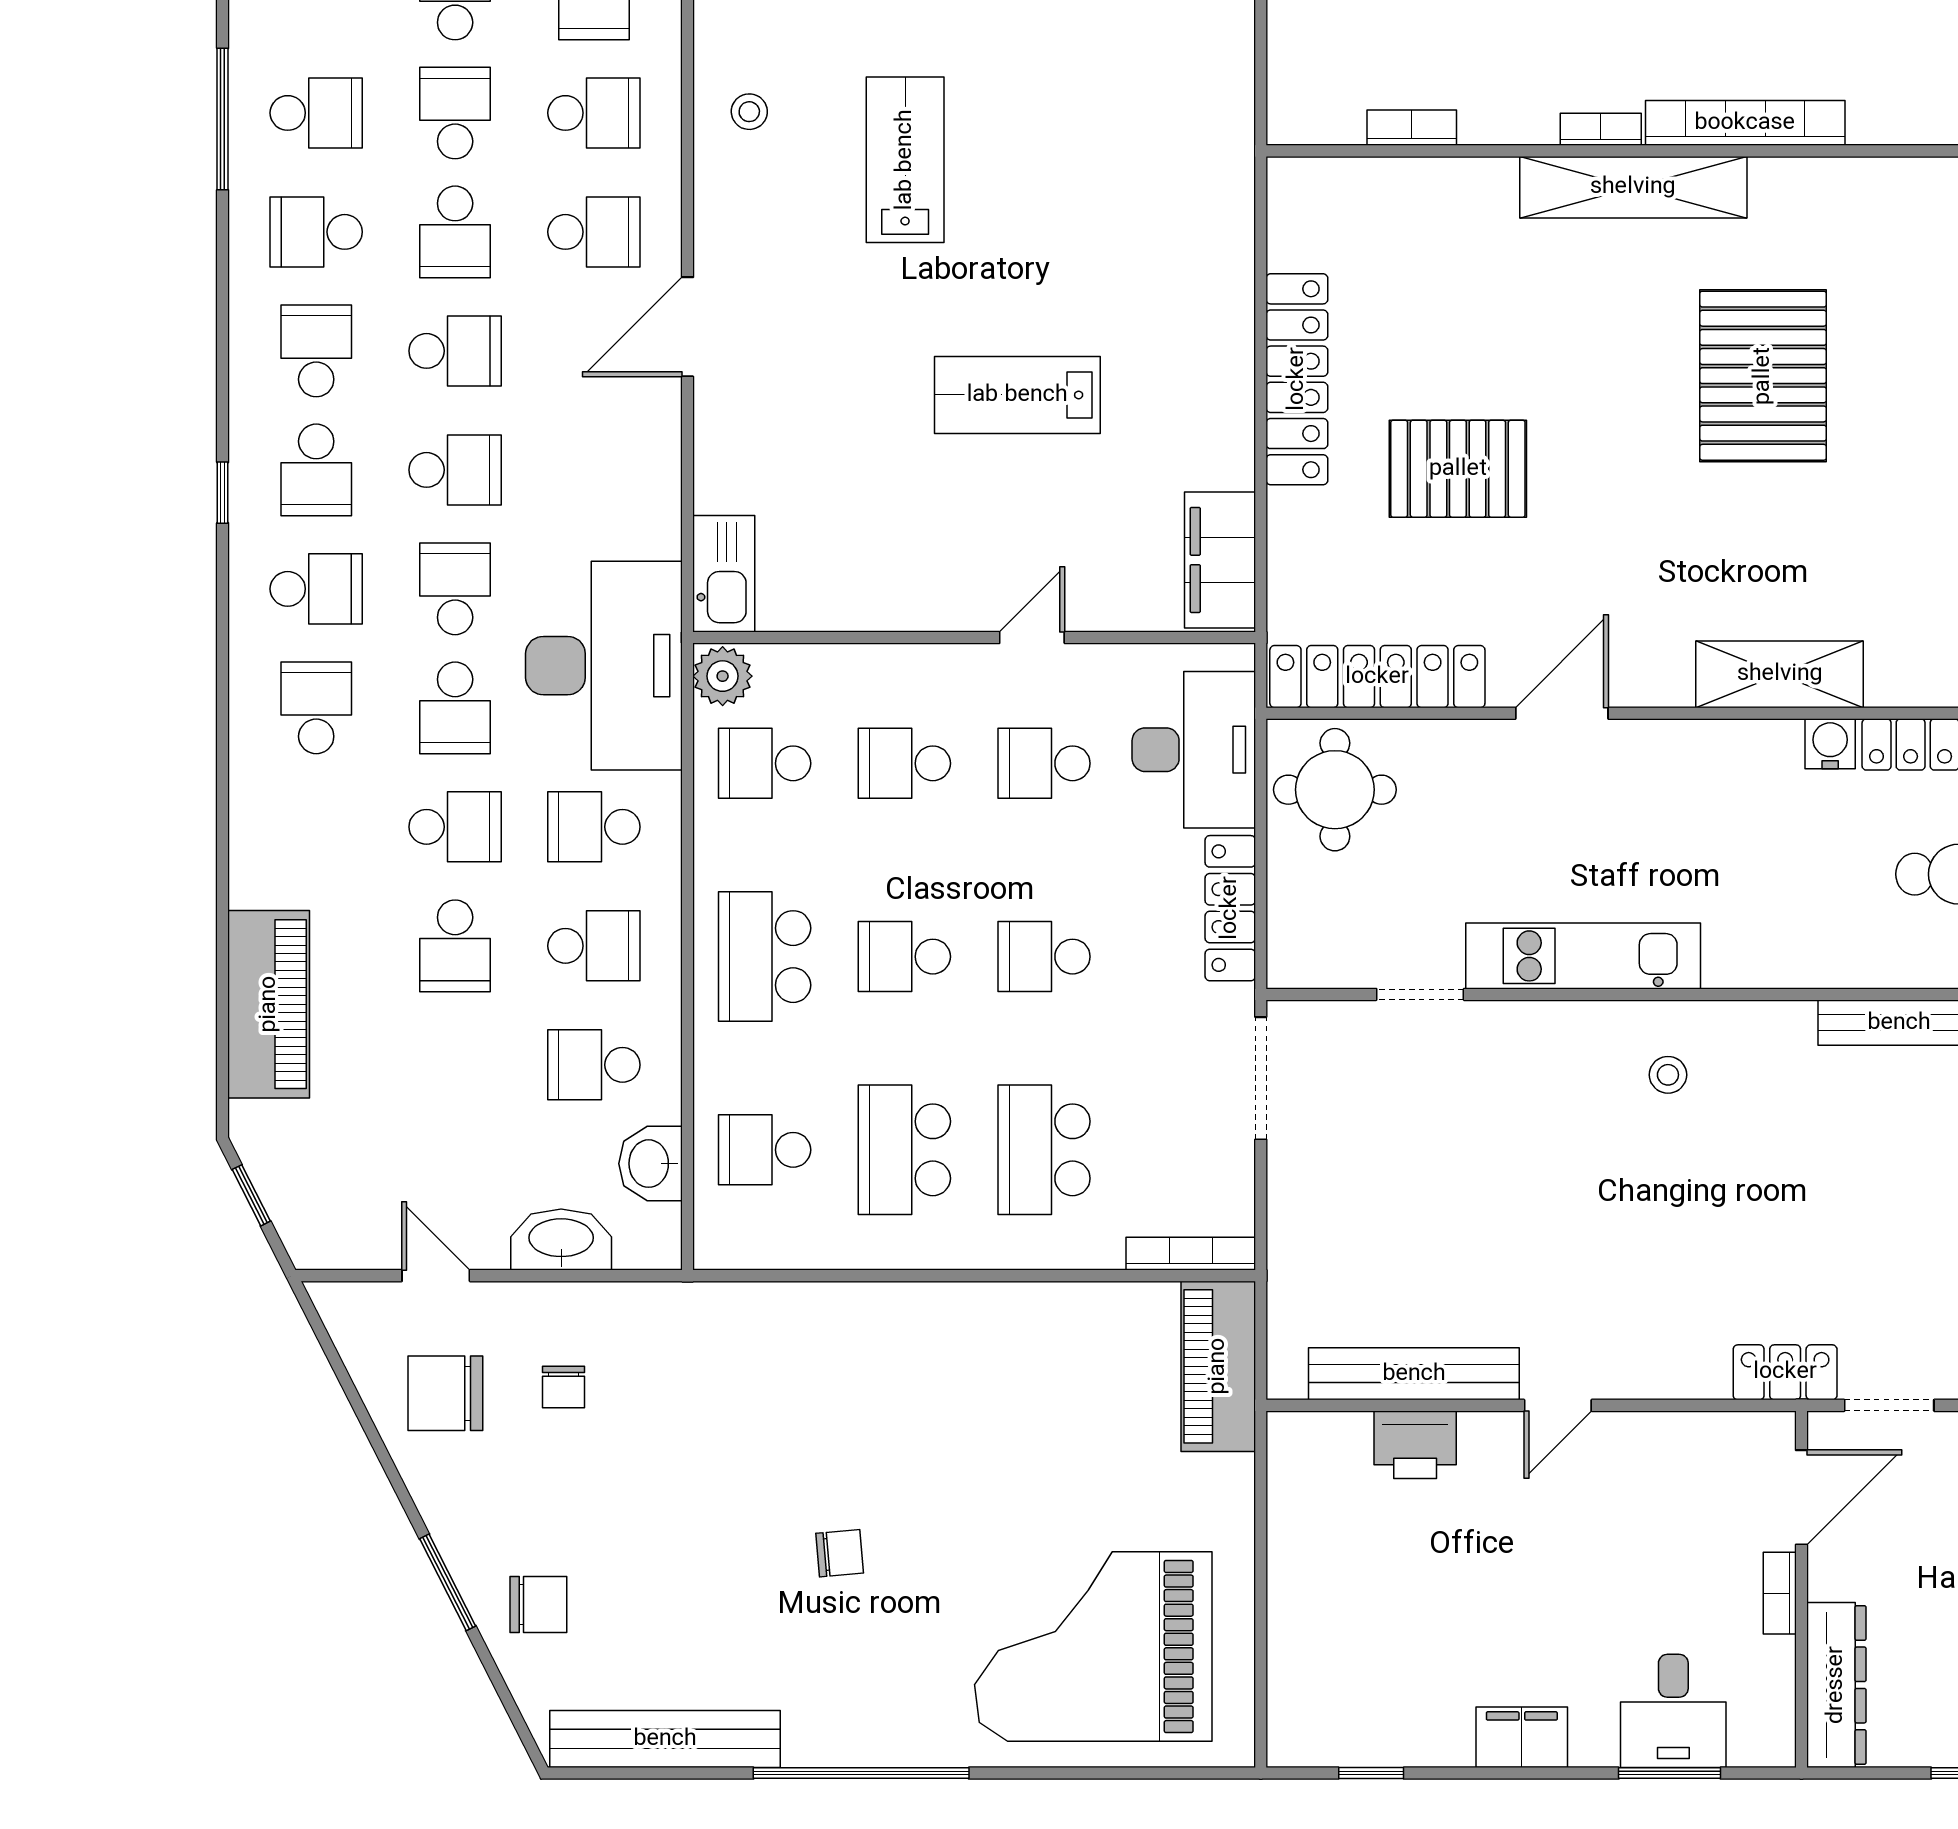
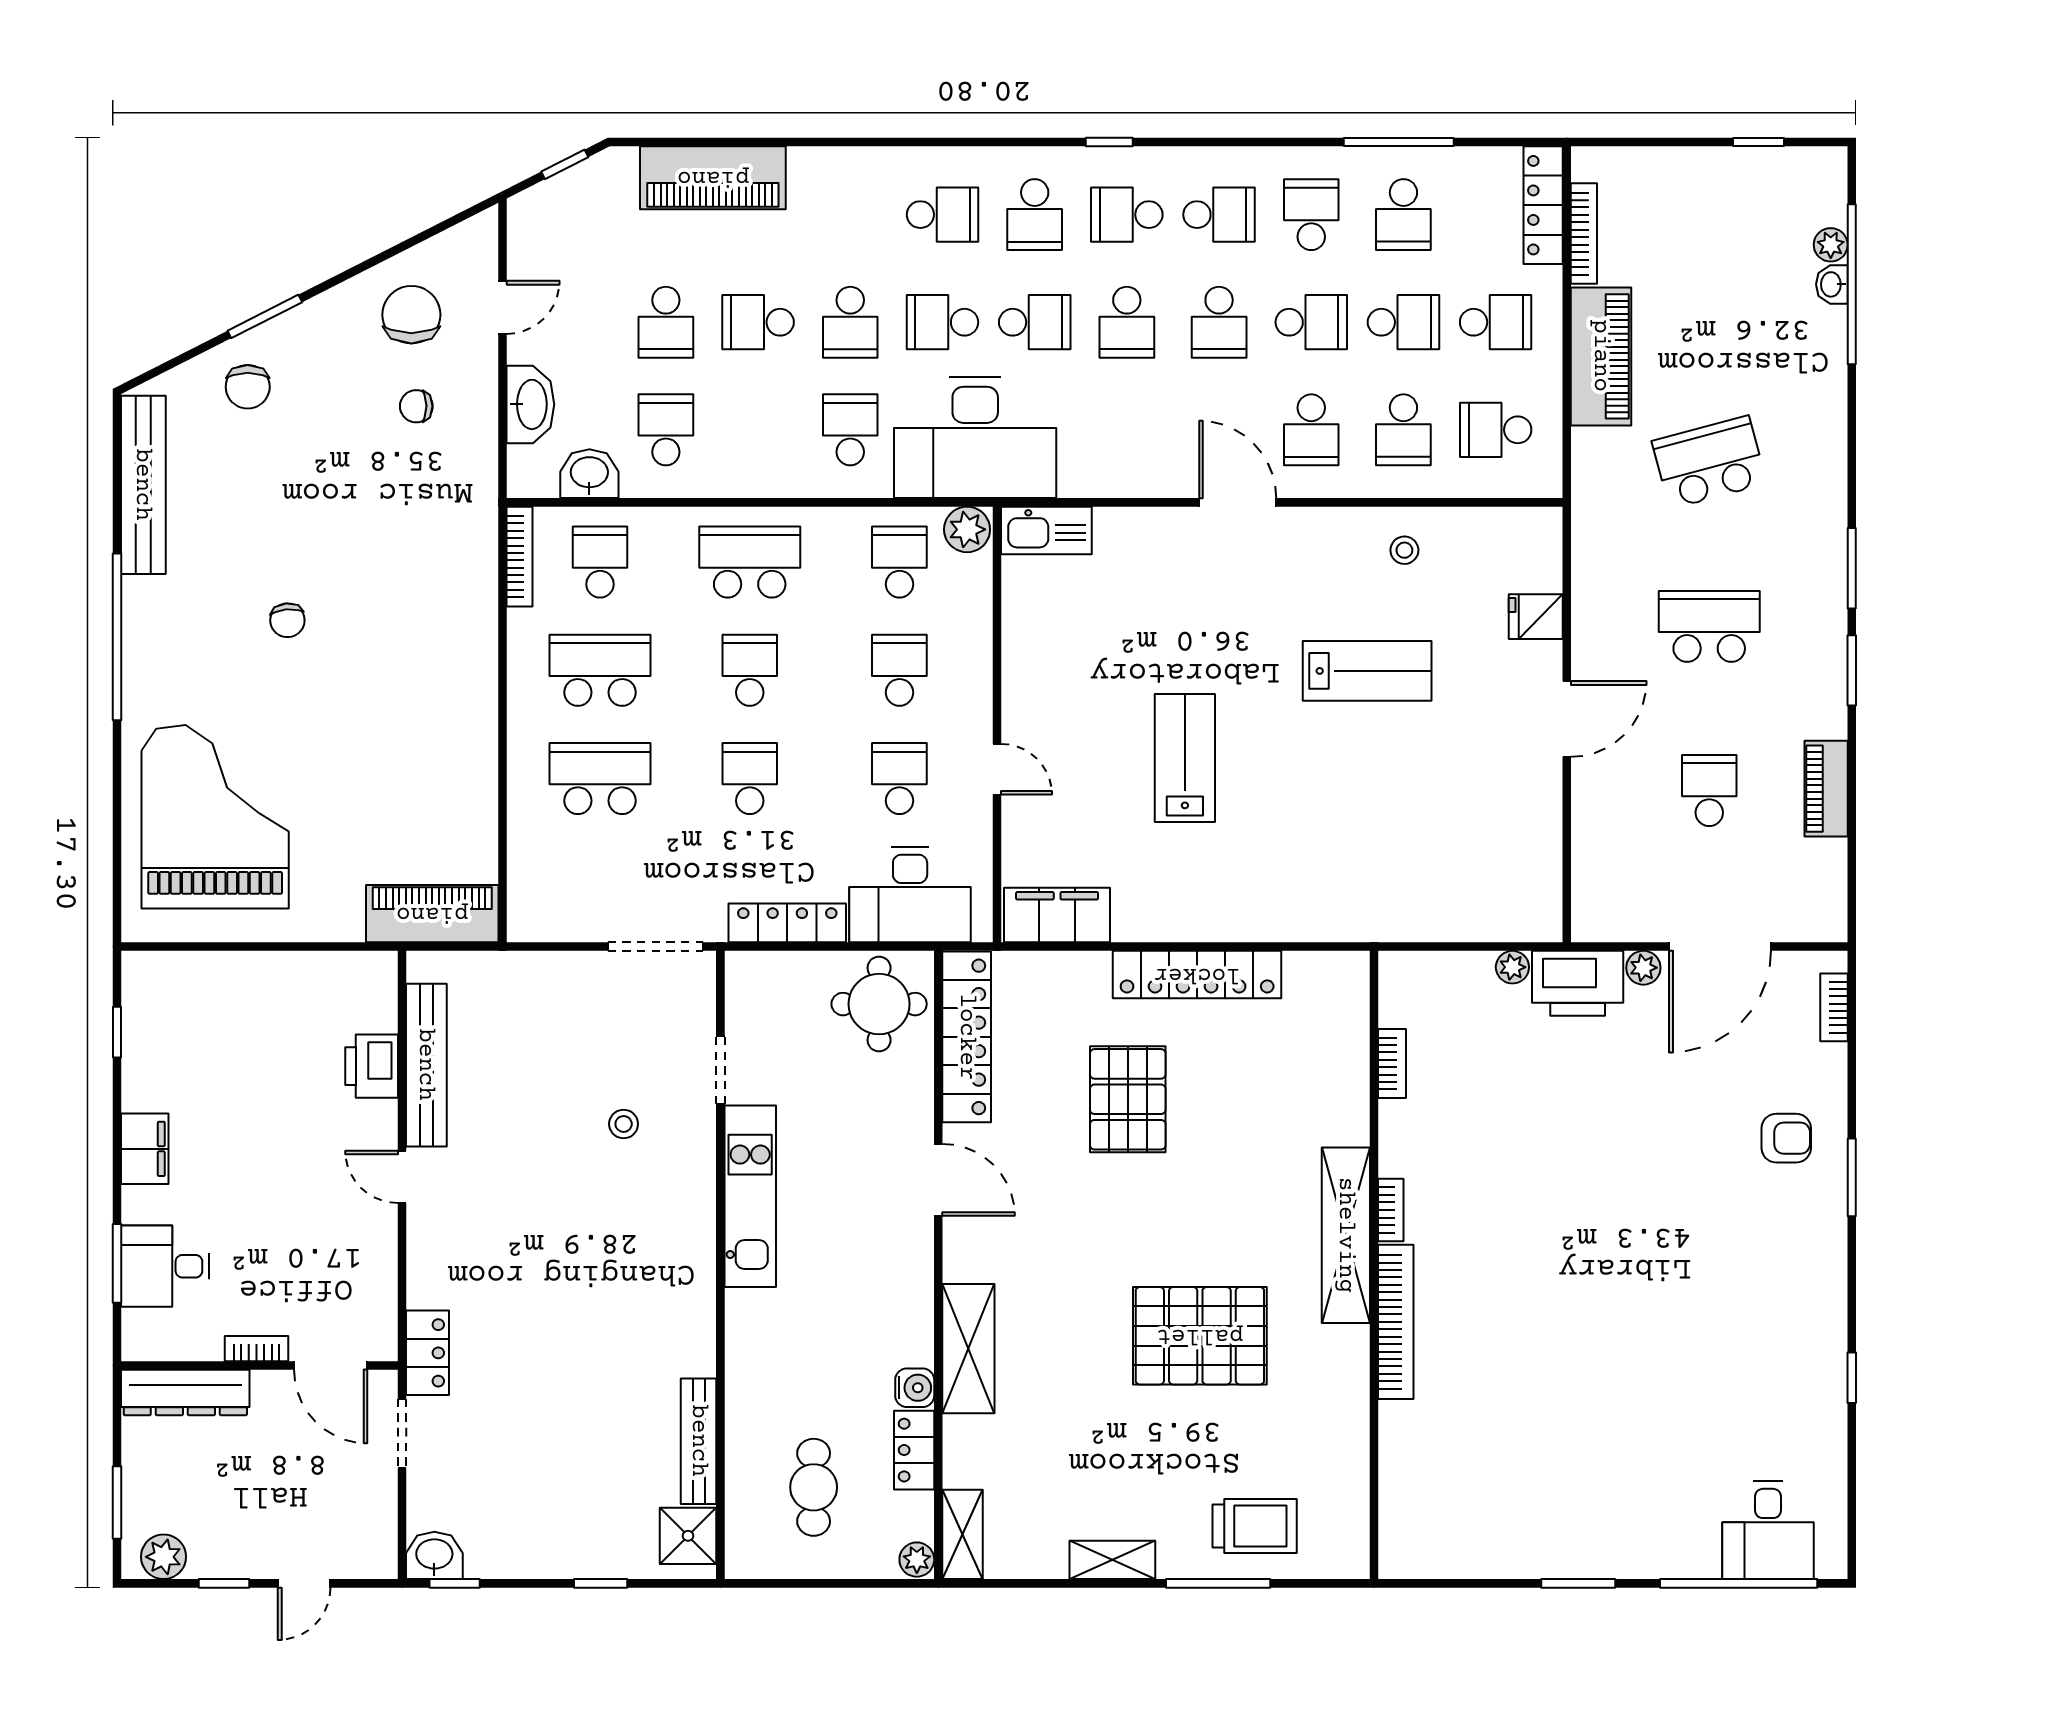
school desk: (455, 232) -> (1311, 322), turned 180
school desk: (594, 946) -> (666, 322), moved
stool: (1668, 1075) -> (624, 1124), moved
bookcase: (1191, 1254) -> (520, 557), moved

